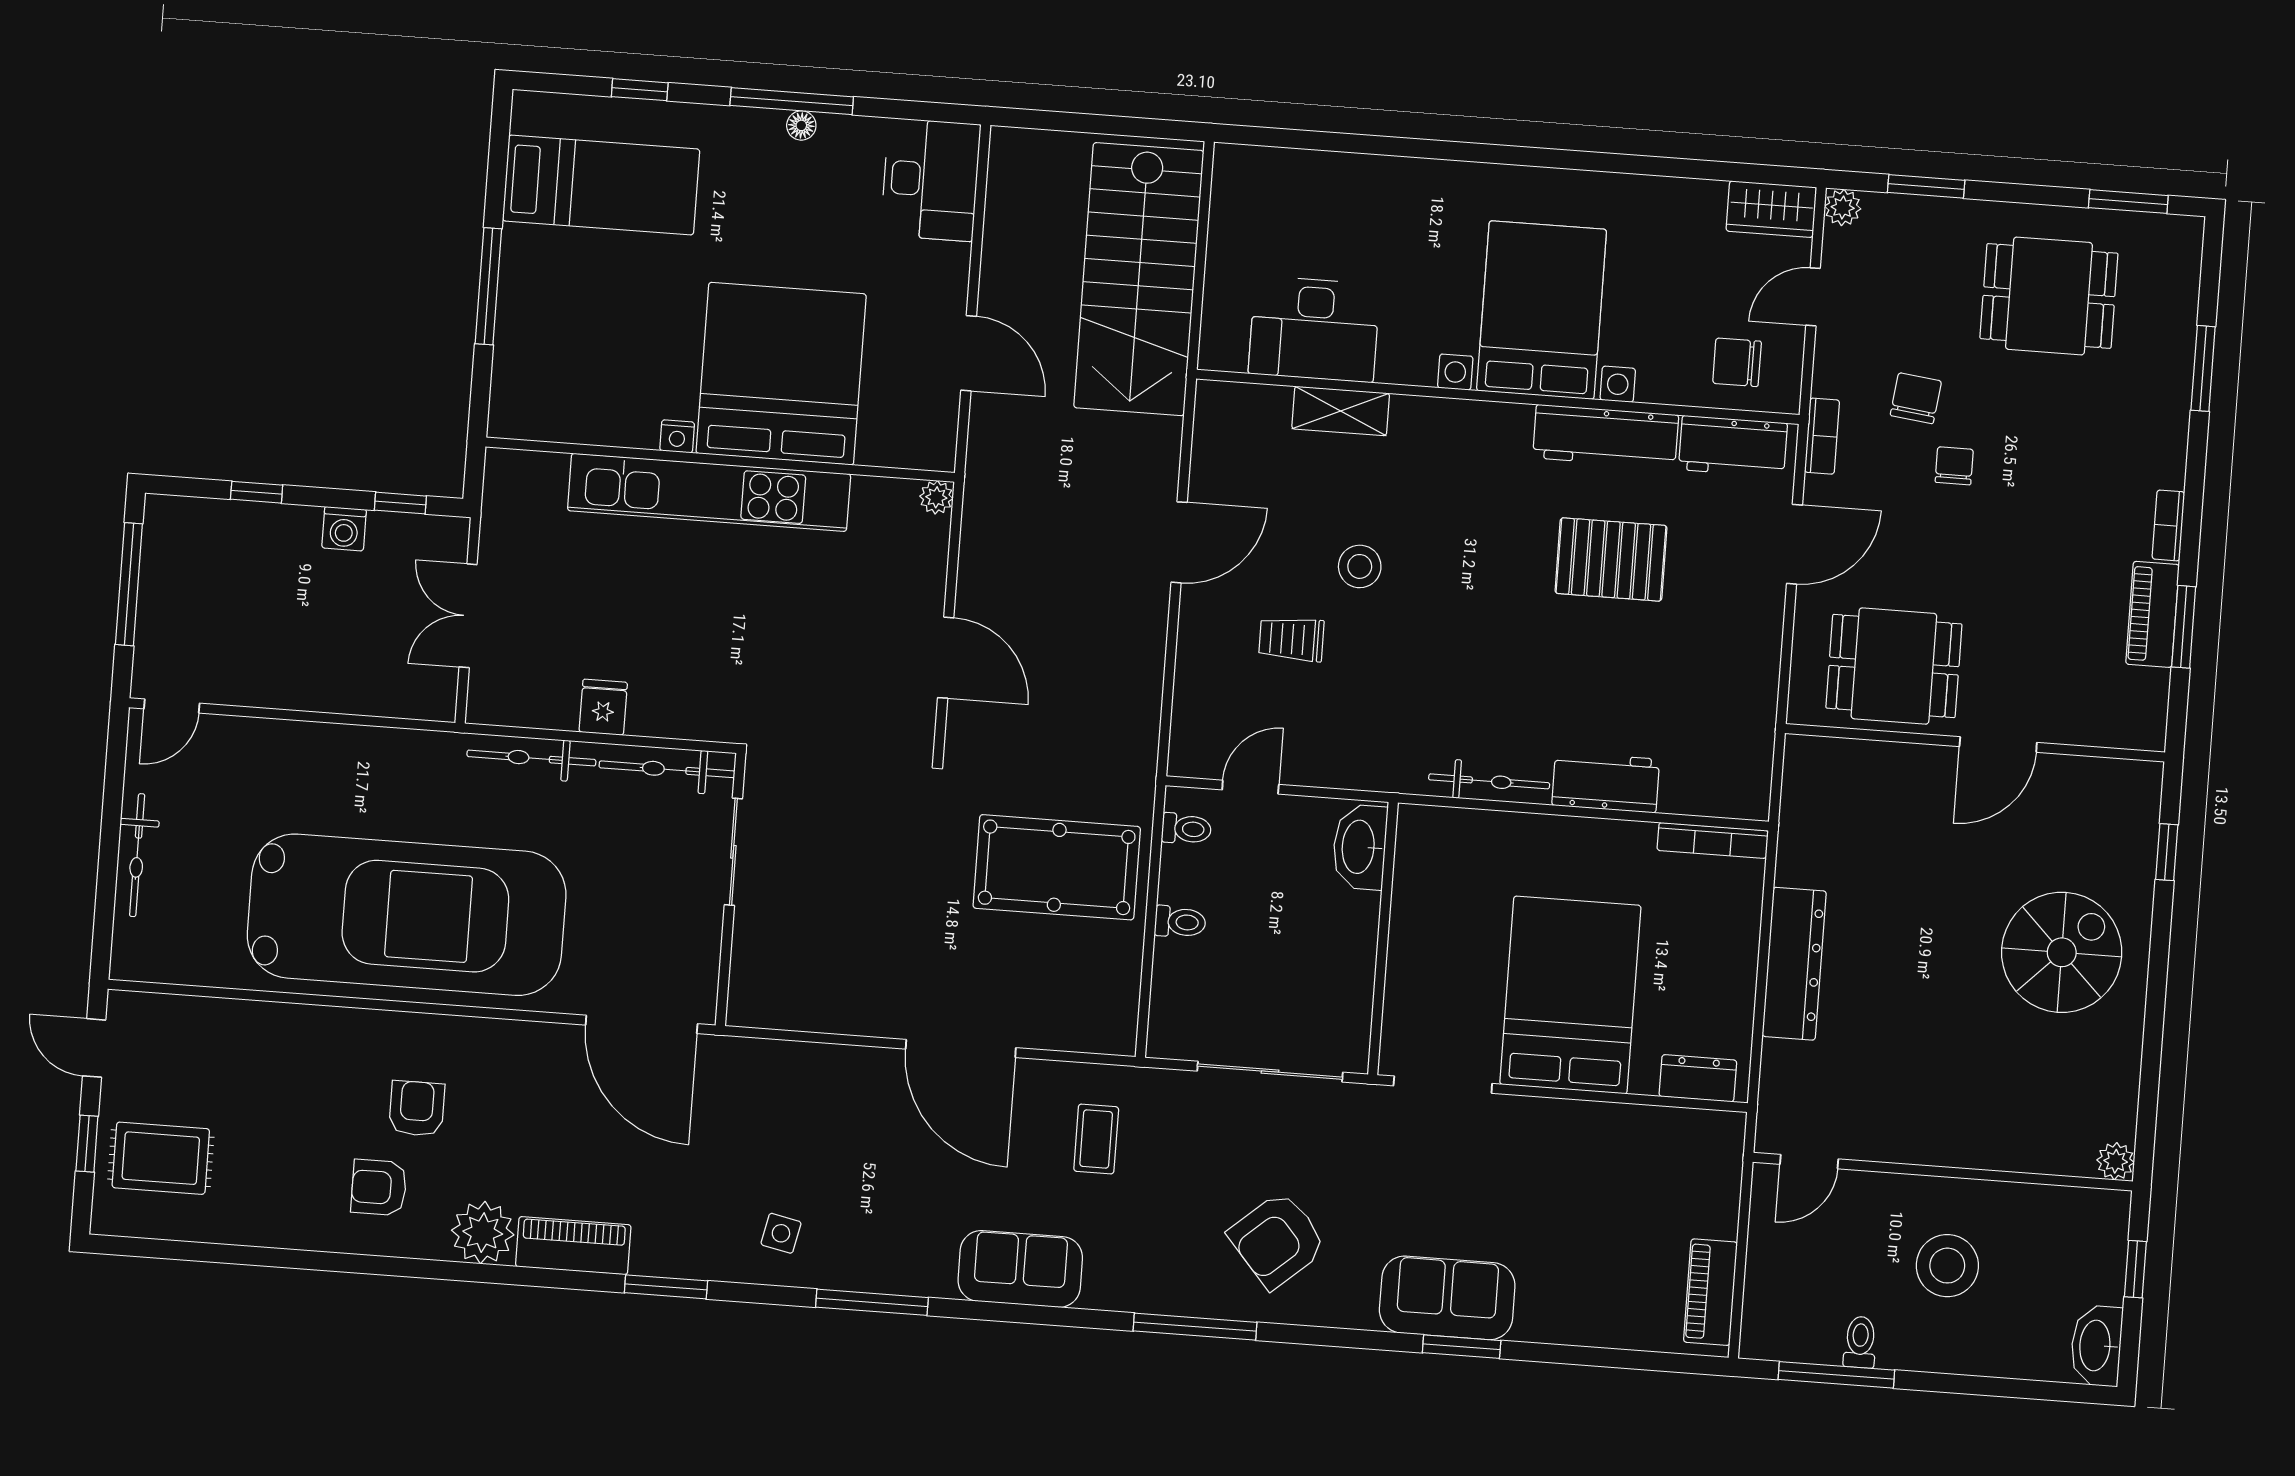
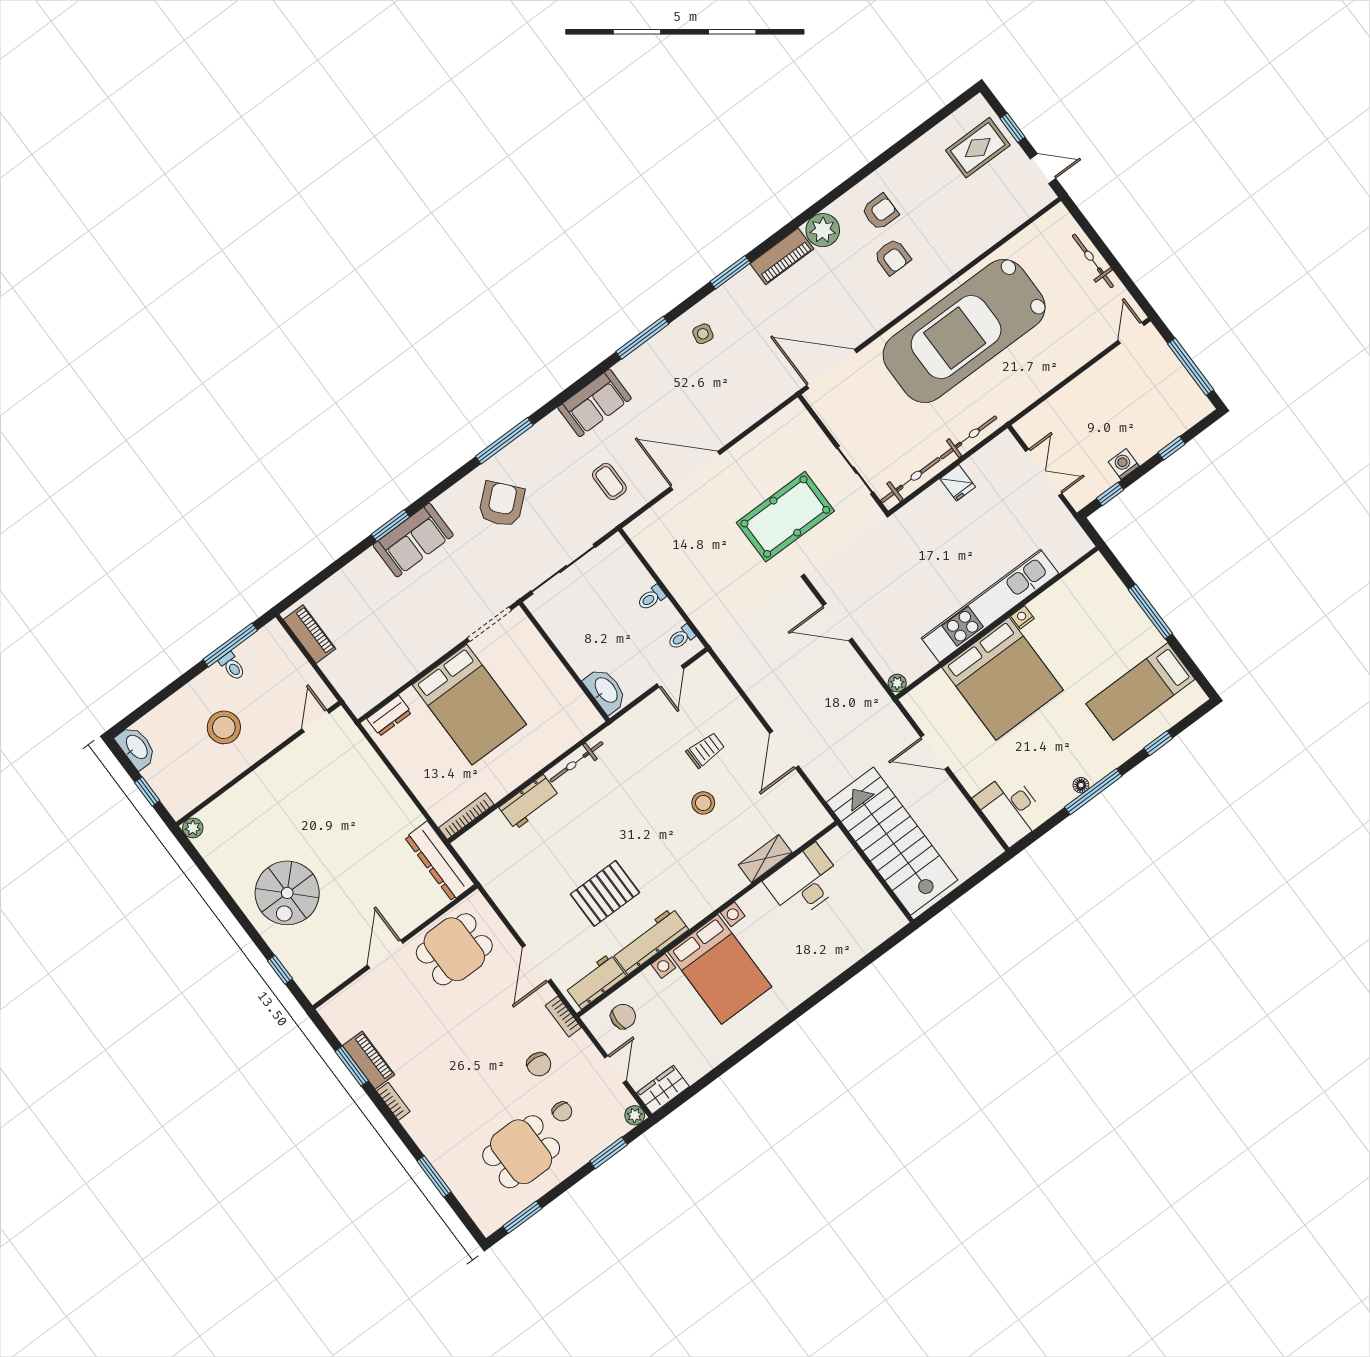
chair: (1954, 466) -> (562, 1111), moved
pool table: (1057, 867) -> (785, 517), moved
dresser: (1794, 964) -> (440, 861), moved

